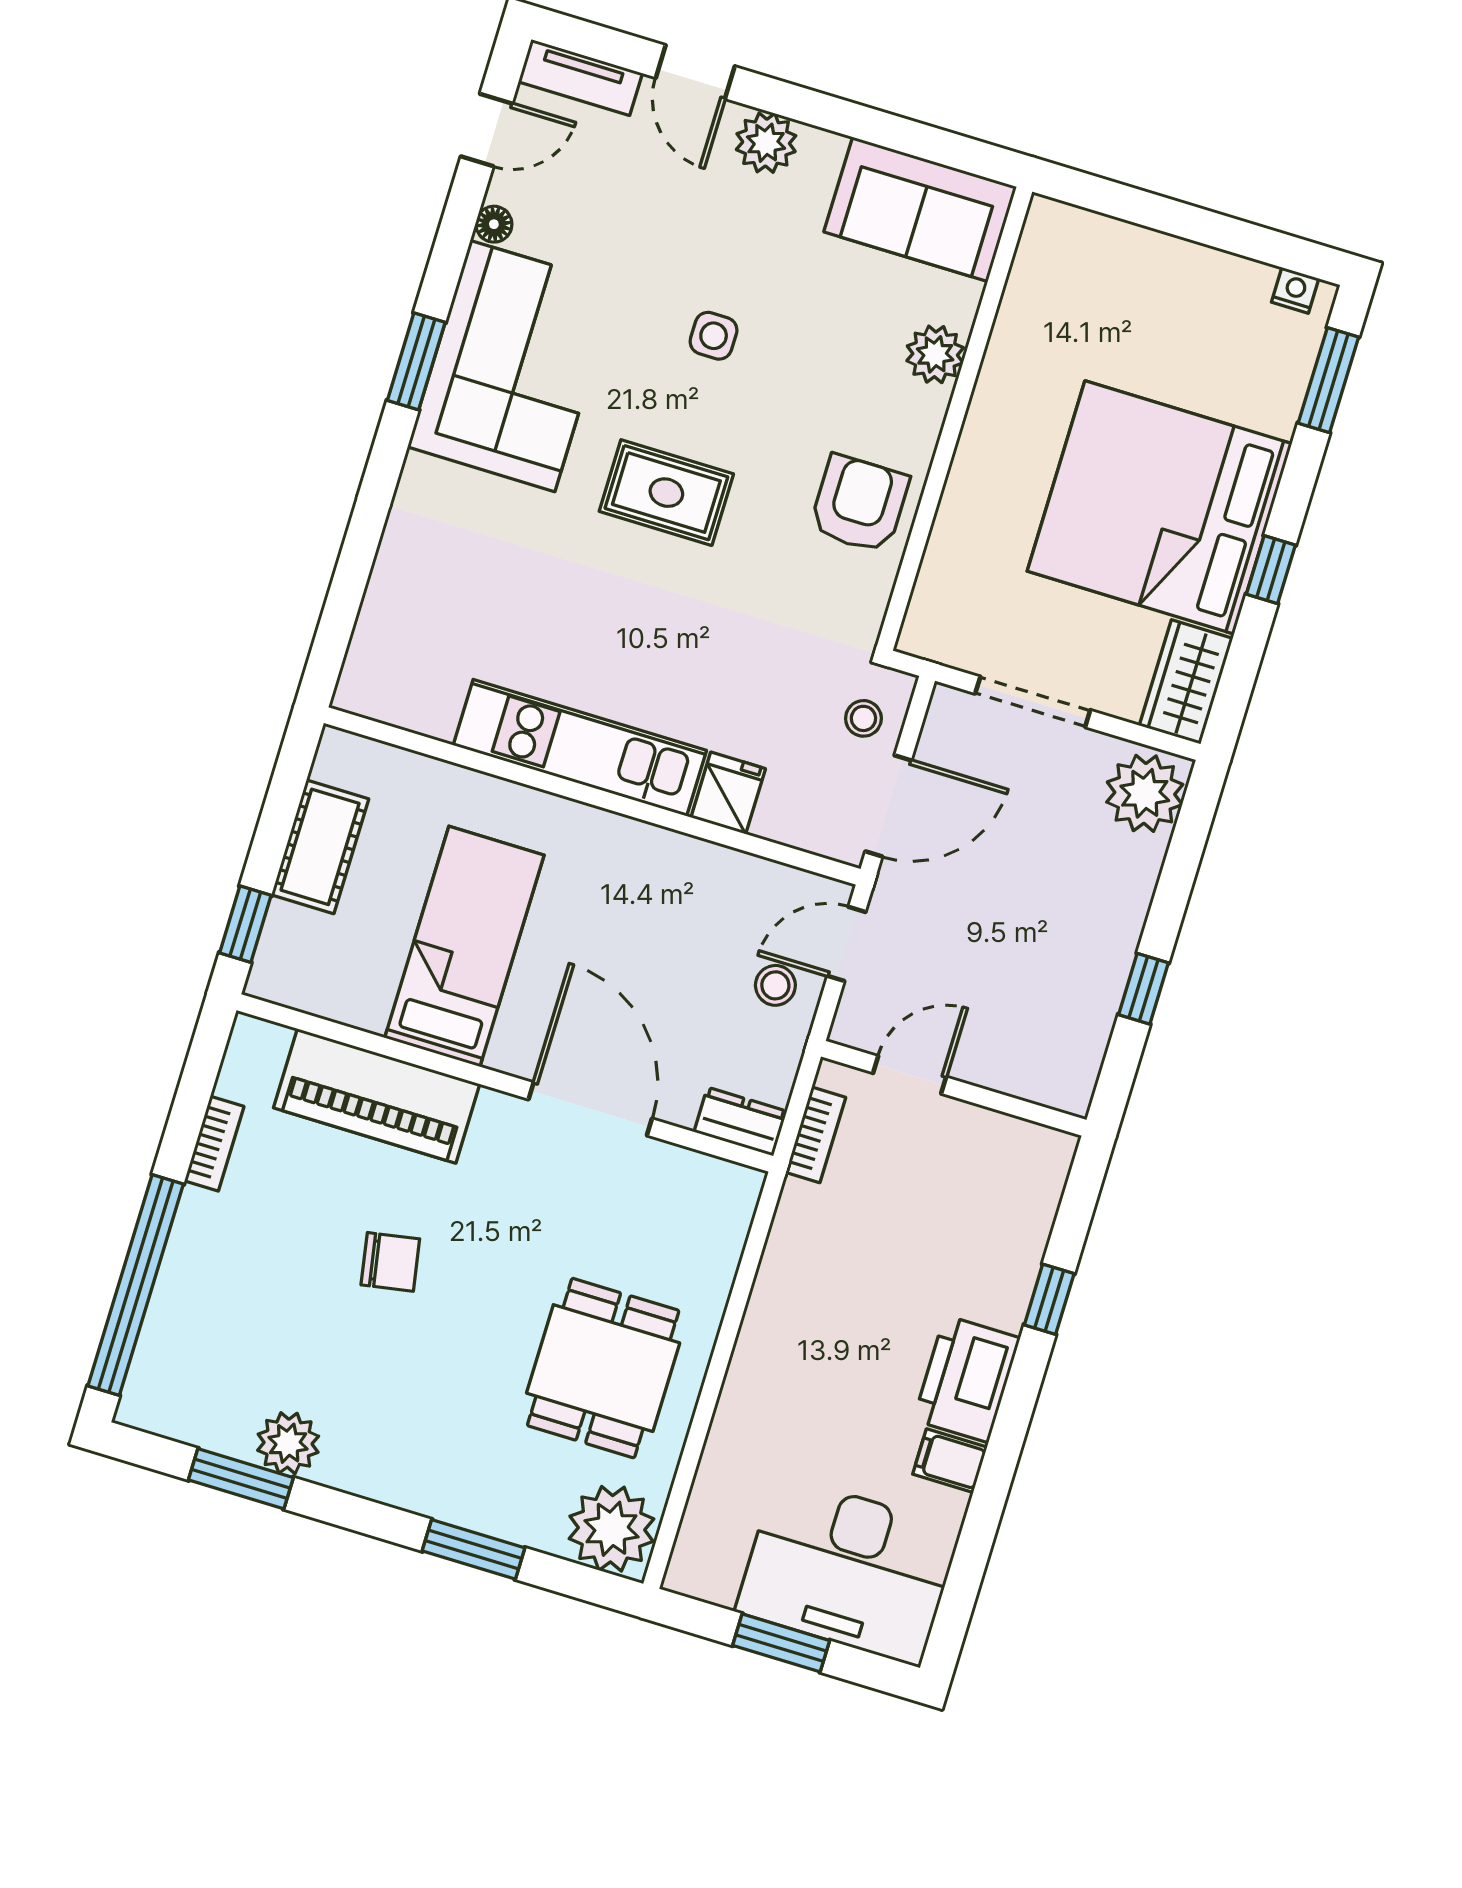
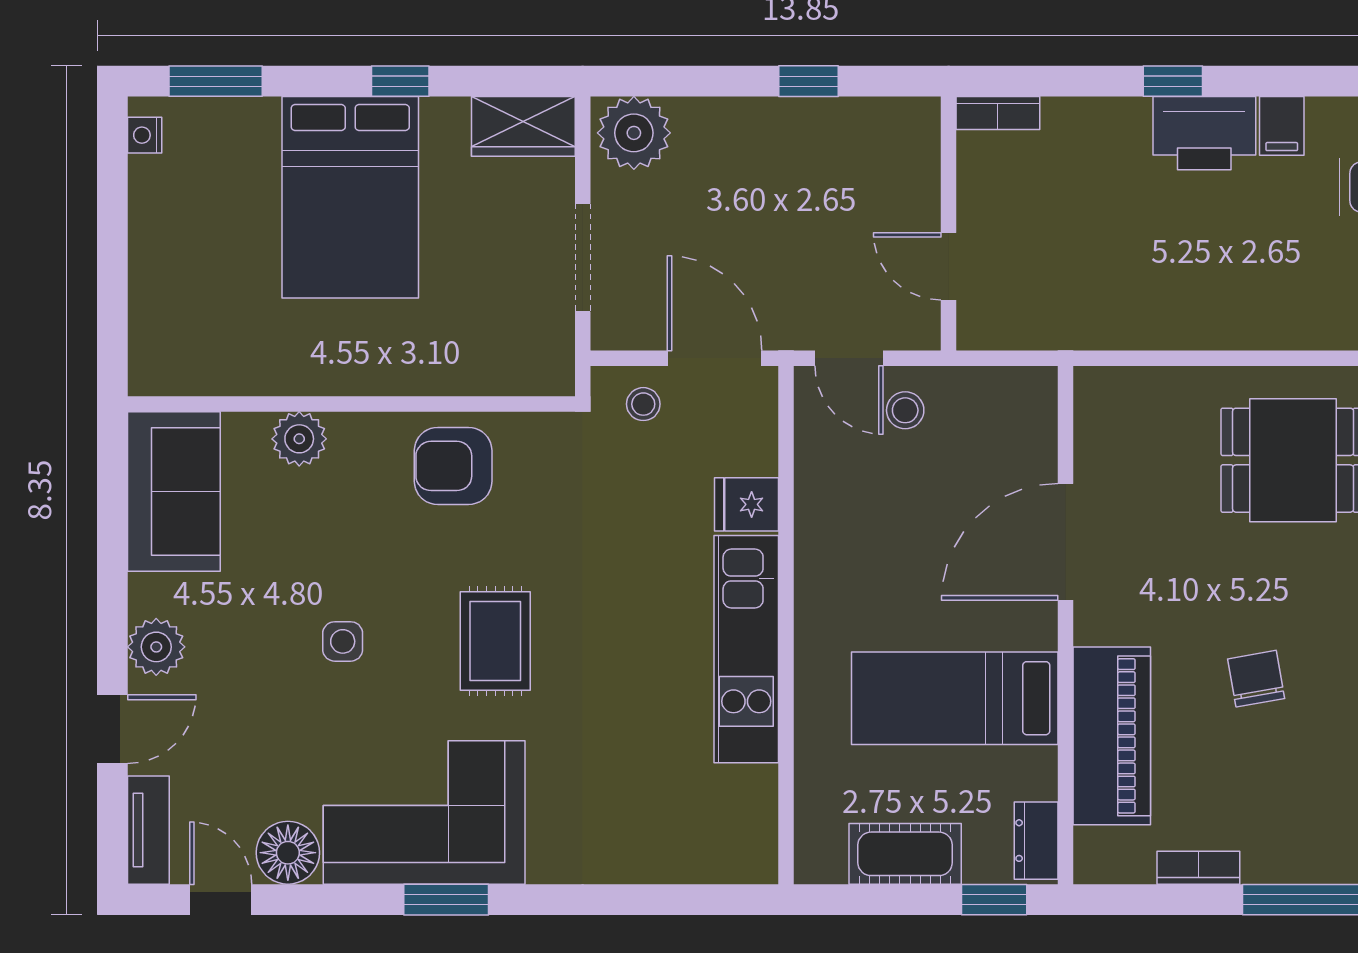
floor lamp: (494, 224) -> (288, 853), width x1.89, depth x1.89
bed: (1160, 507) -> (350, 197), width x0.73
dresser: (740, 1122) -> (1036, 841), moved
bookcase: (816, 1135) -> (998, 113), moved, turned 180
window: (1049, 1299) -> (1173, 81), moved

